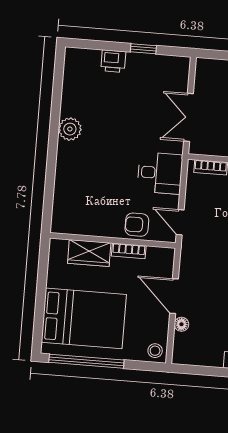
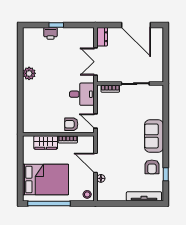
window: (143, 49) -> (56, 25), moved
dresser: (204, 75) -> (102, 37), added

